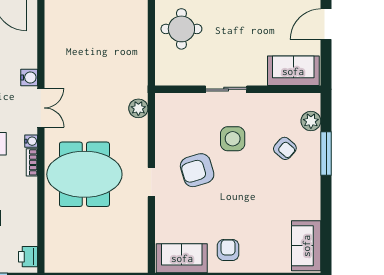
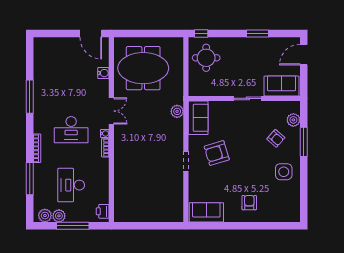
water cooler: (29, 77) -> (103, 73), moved
sliding door: (226, 89) -> (248, 98), moved
side table: (233, 139) -> (284, 172), moved
meeting table: (84, 174) -> (143, 68), moved
sofa: (306, 246) -> (198, 118), moved, turned 180
armchair: (228, 250) -> (249, 203), moved

